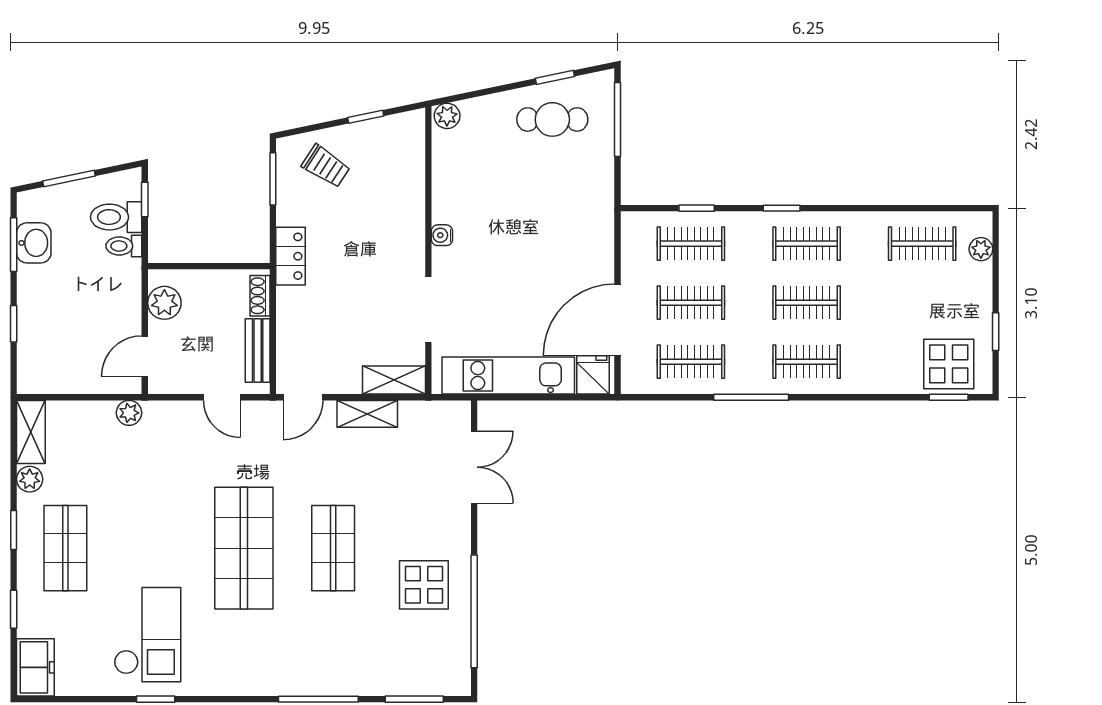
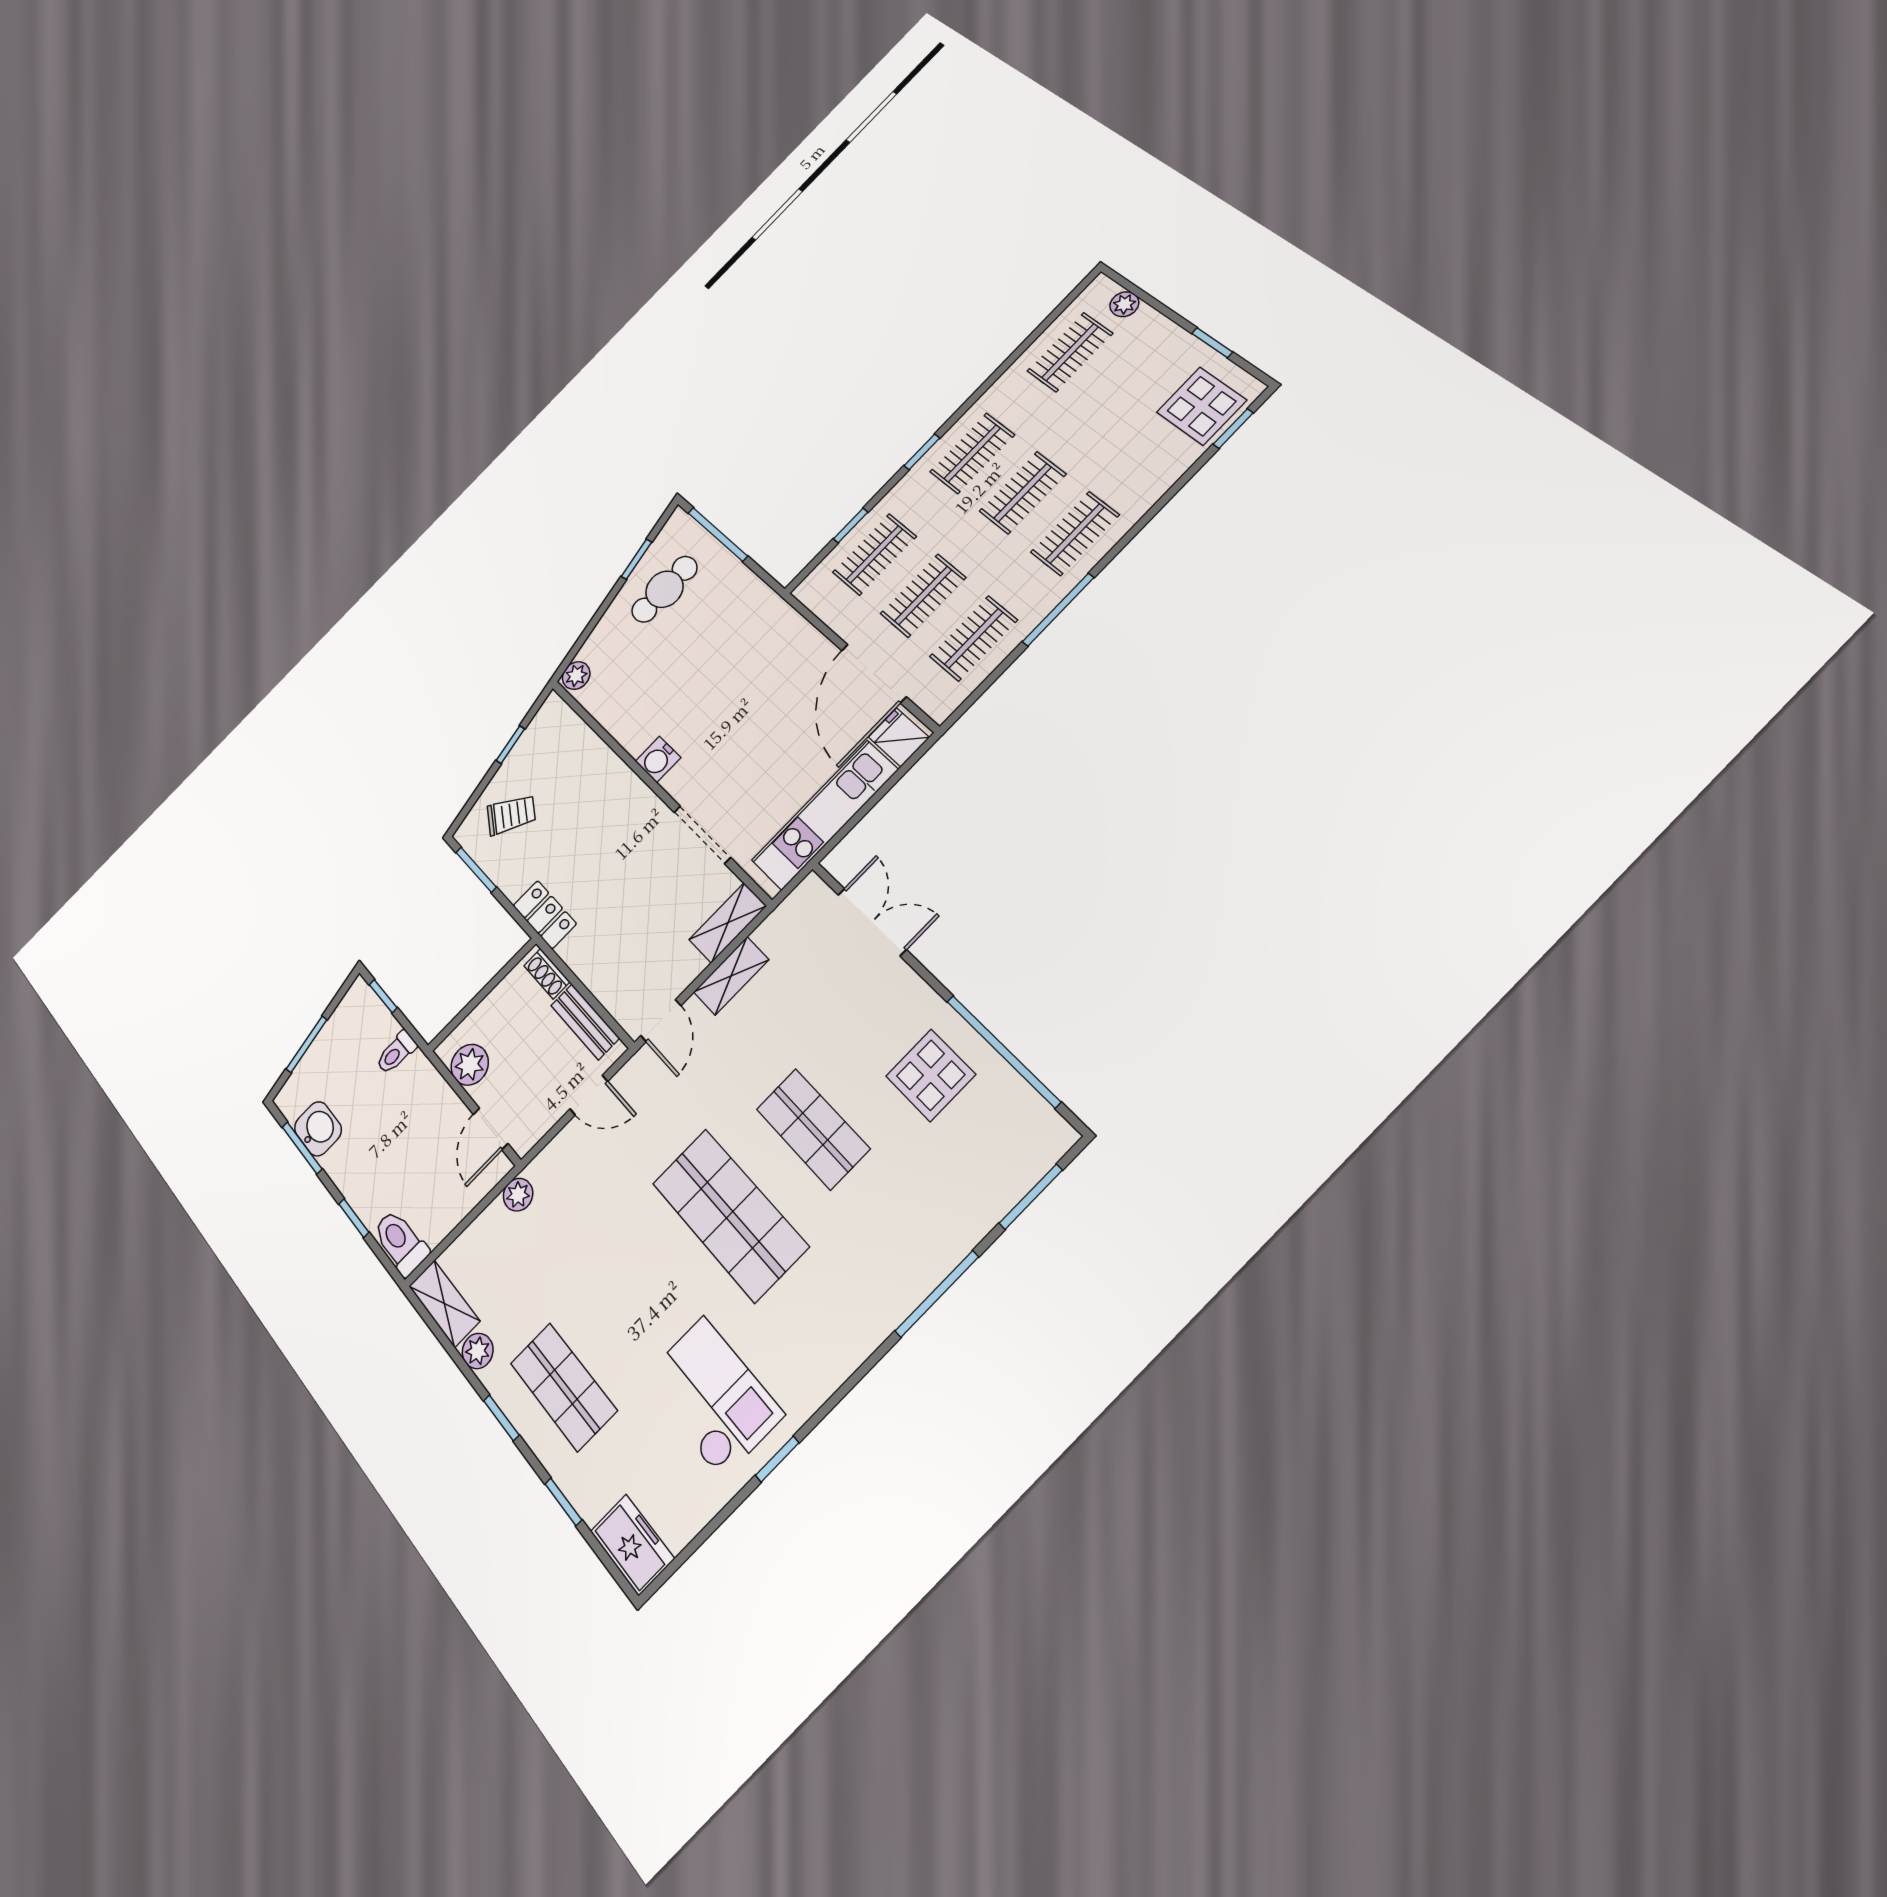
toilet: (116, 217) -> (401, 1242), moved, turned 90
water cooler: (442, 235) -> (658, 759), width x1.38, depth x1.38

